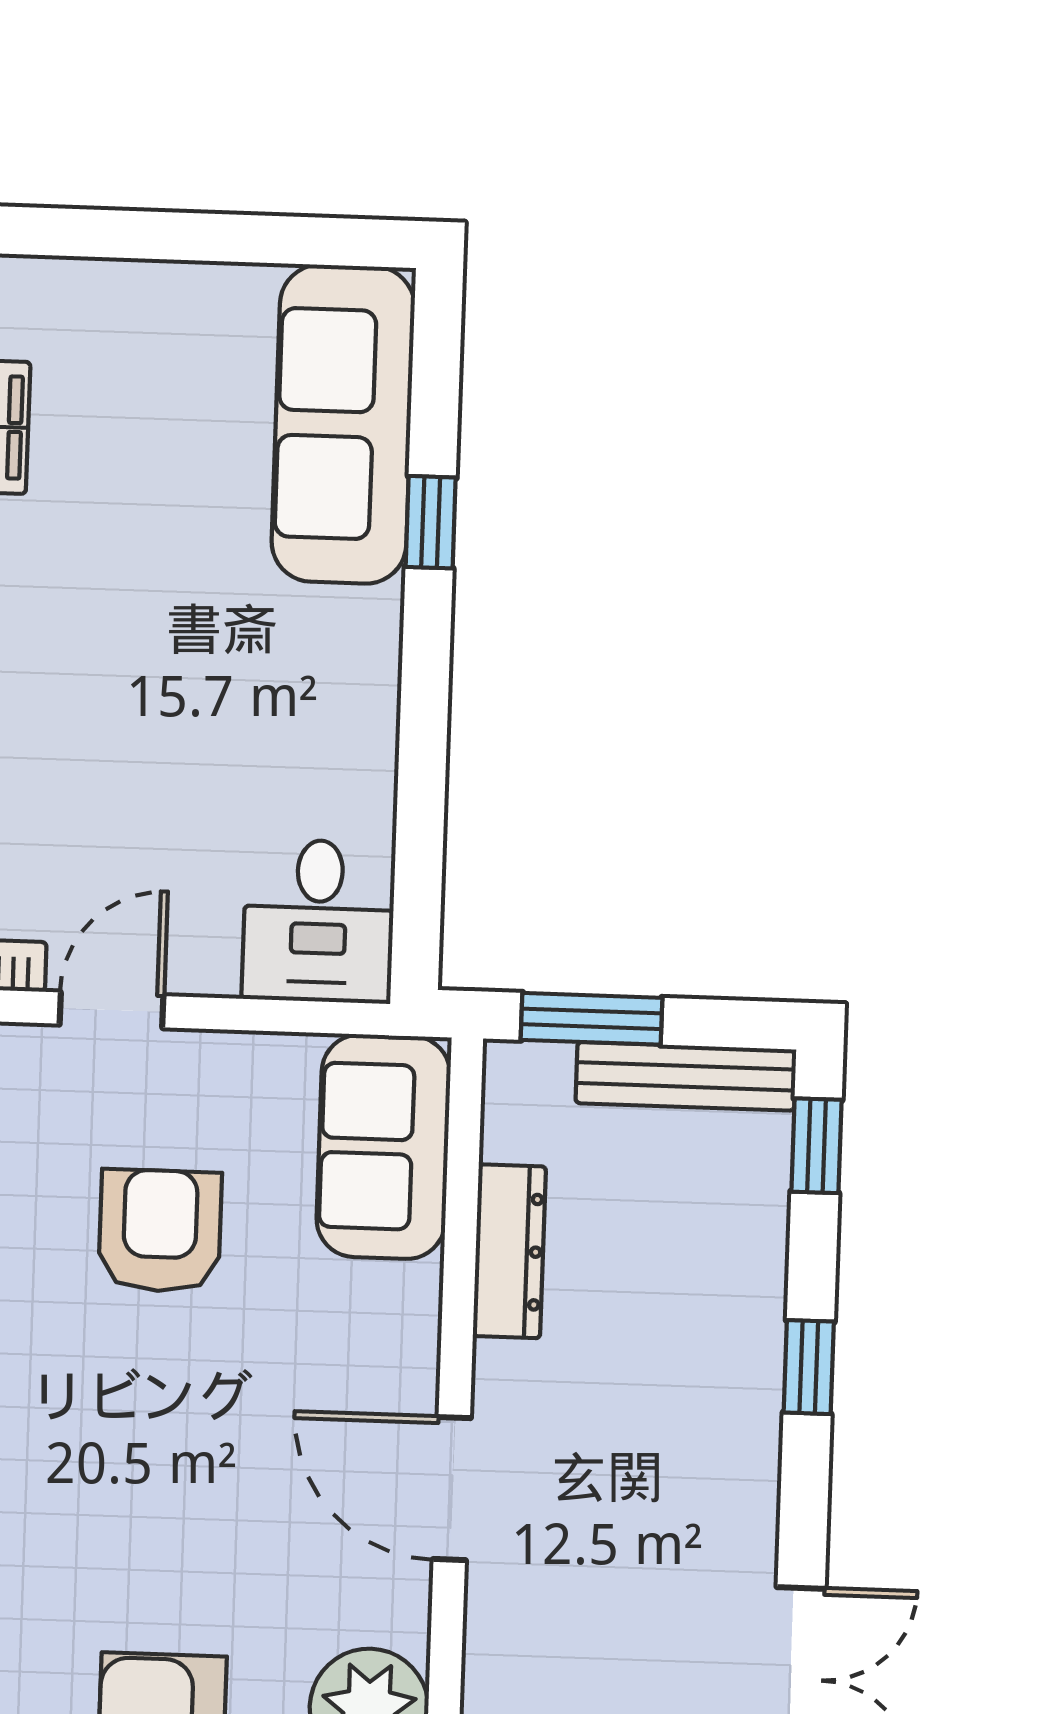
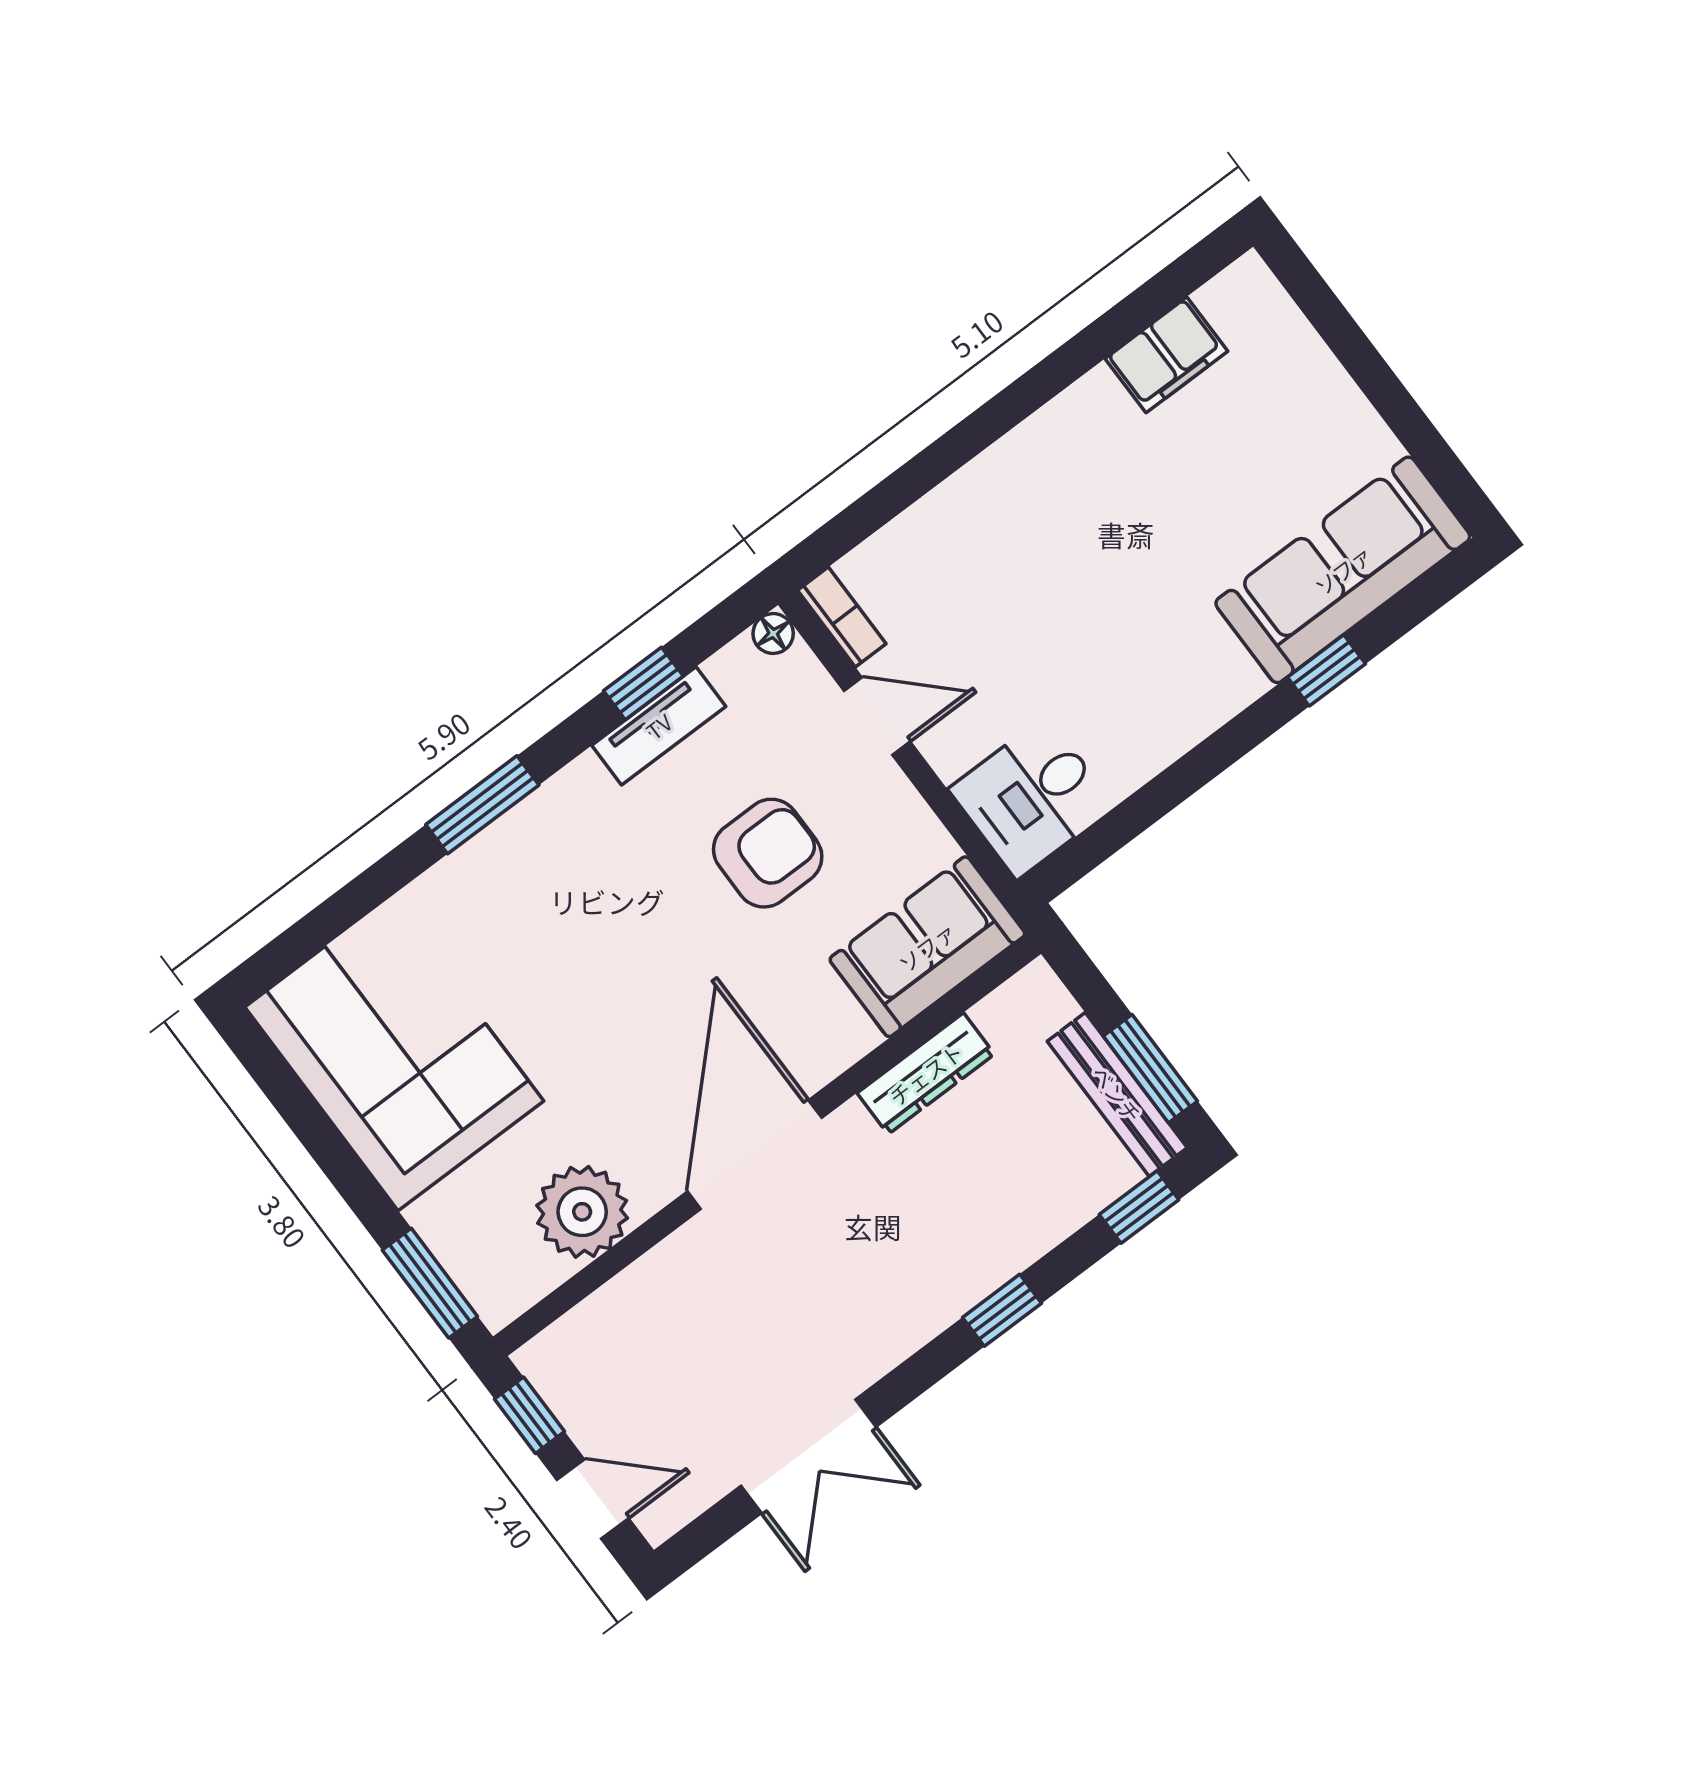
window: (591, 1019) -> (1150, 1069), moved
door: (452, 1489) -> (755, 1155), width x1.36

